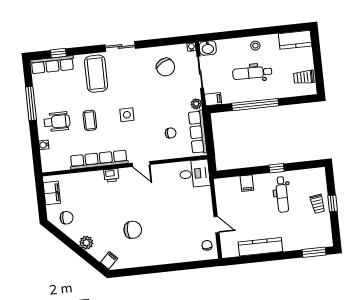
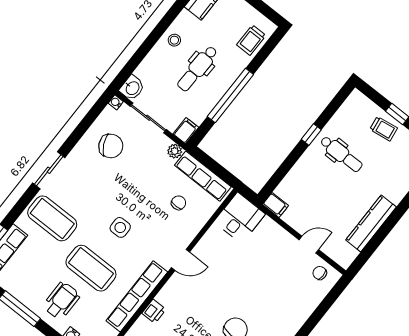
trolley: (304, 77) -> (251, 40), moved
coffee table: (90, 120) -> (91, 268), width x1.86, depth x1.72
printer: (111, 175) -> (154, 311), moved
filing cabinet: (247, 183) -> (276, 205), moved

